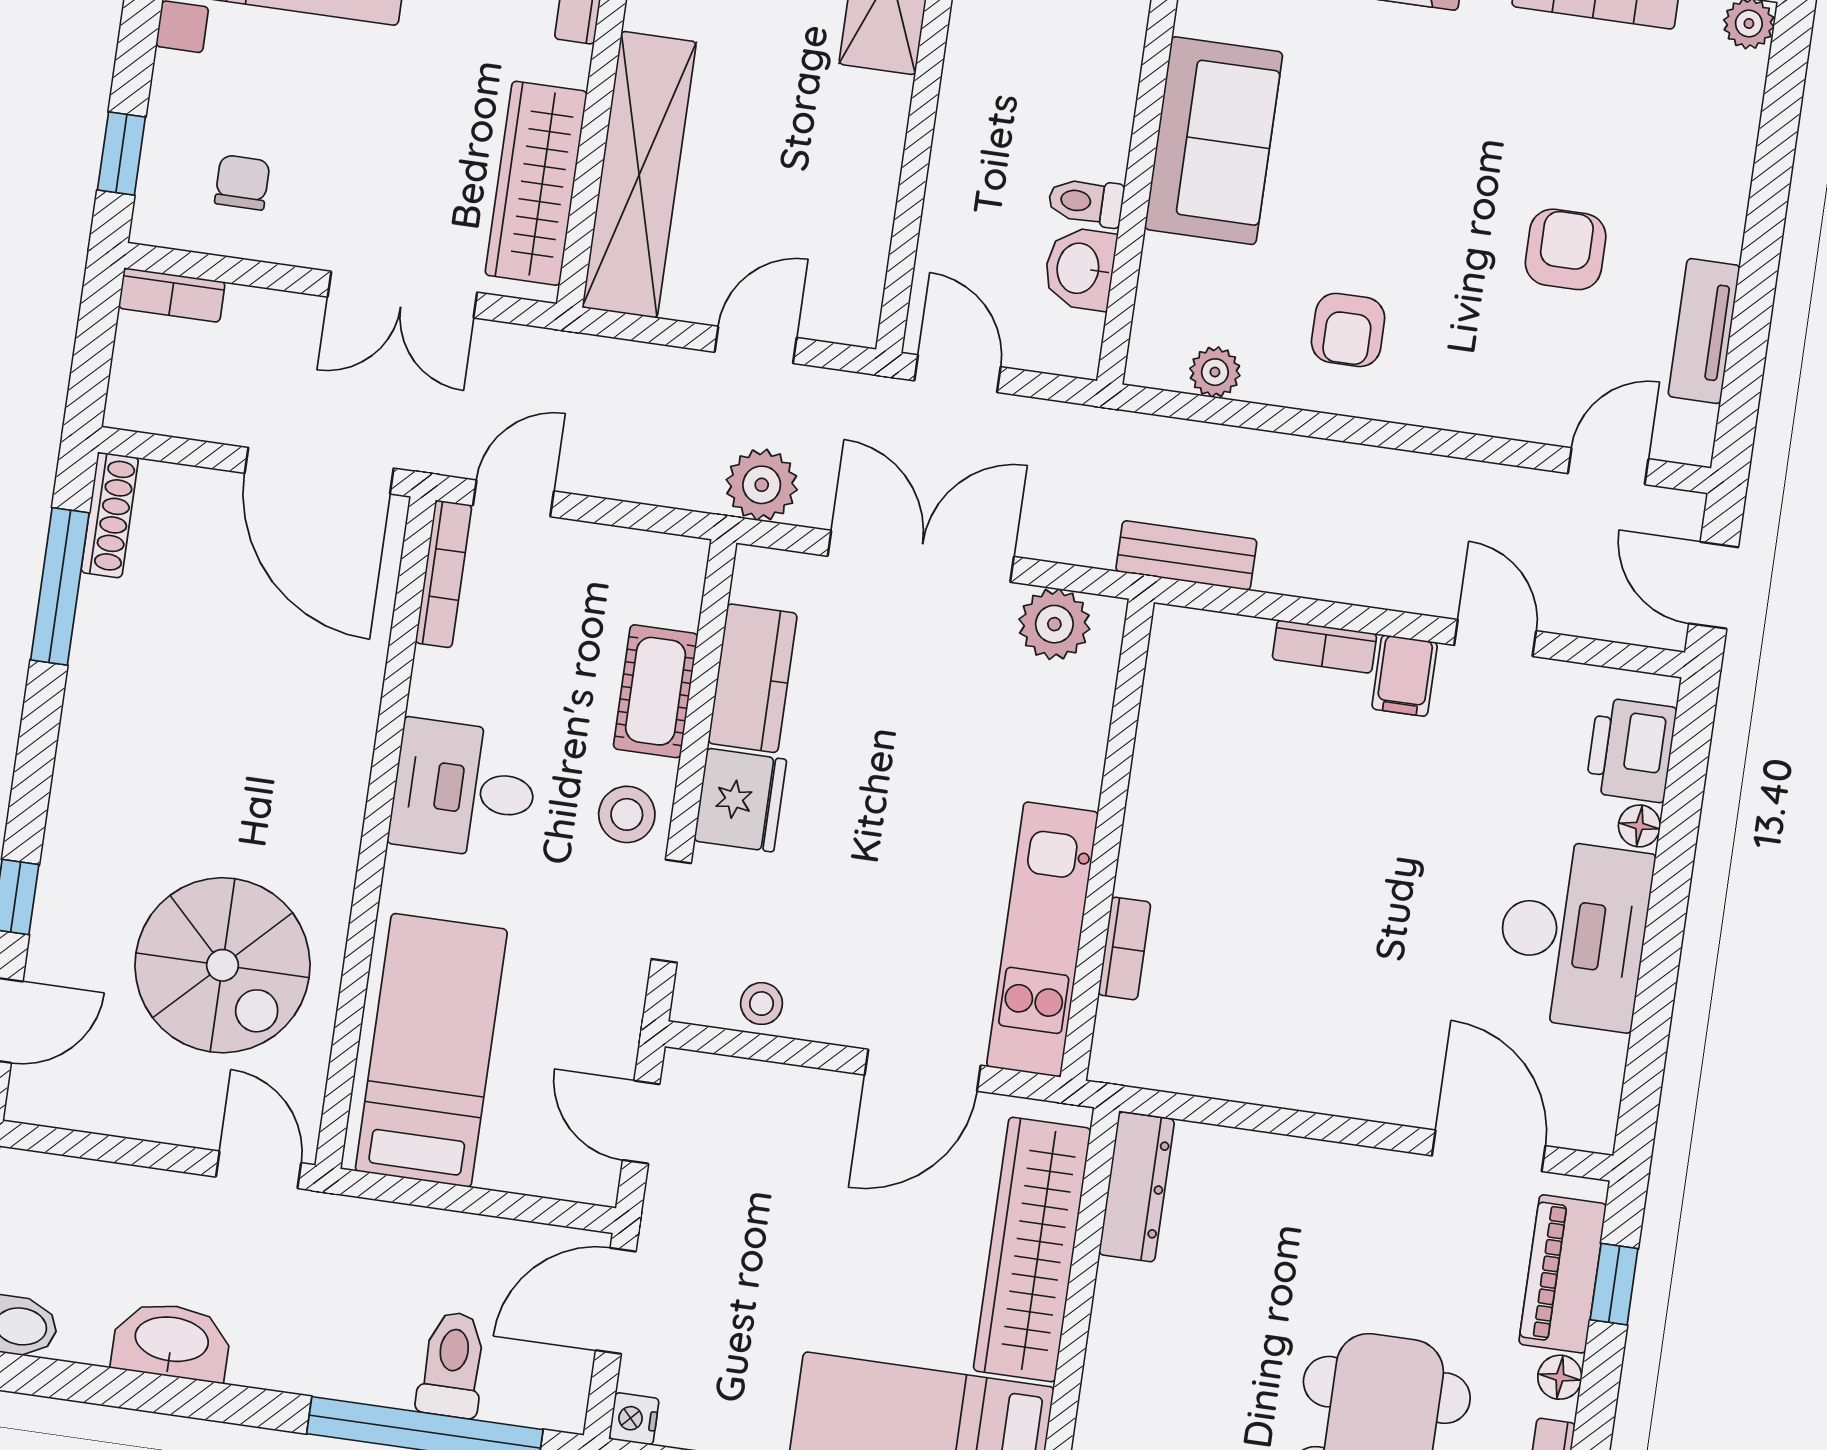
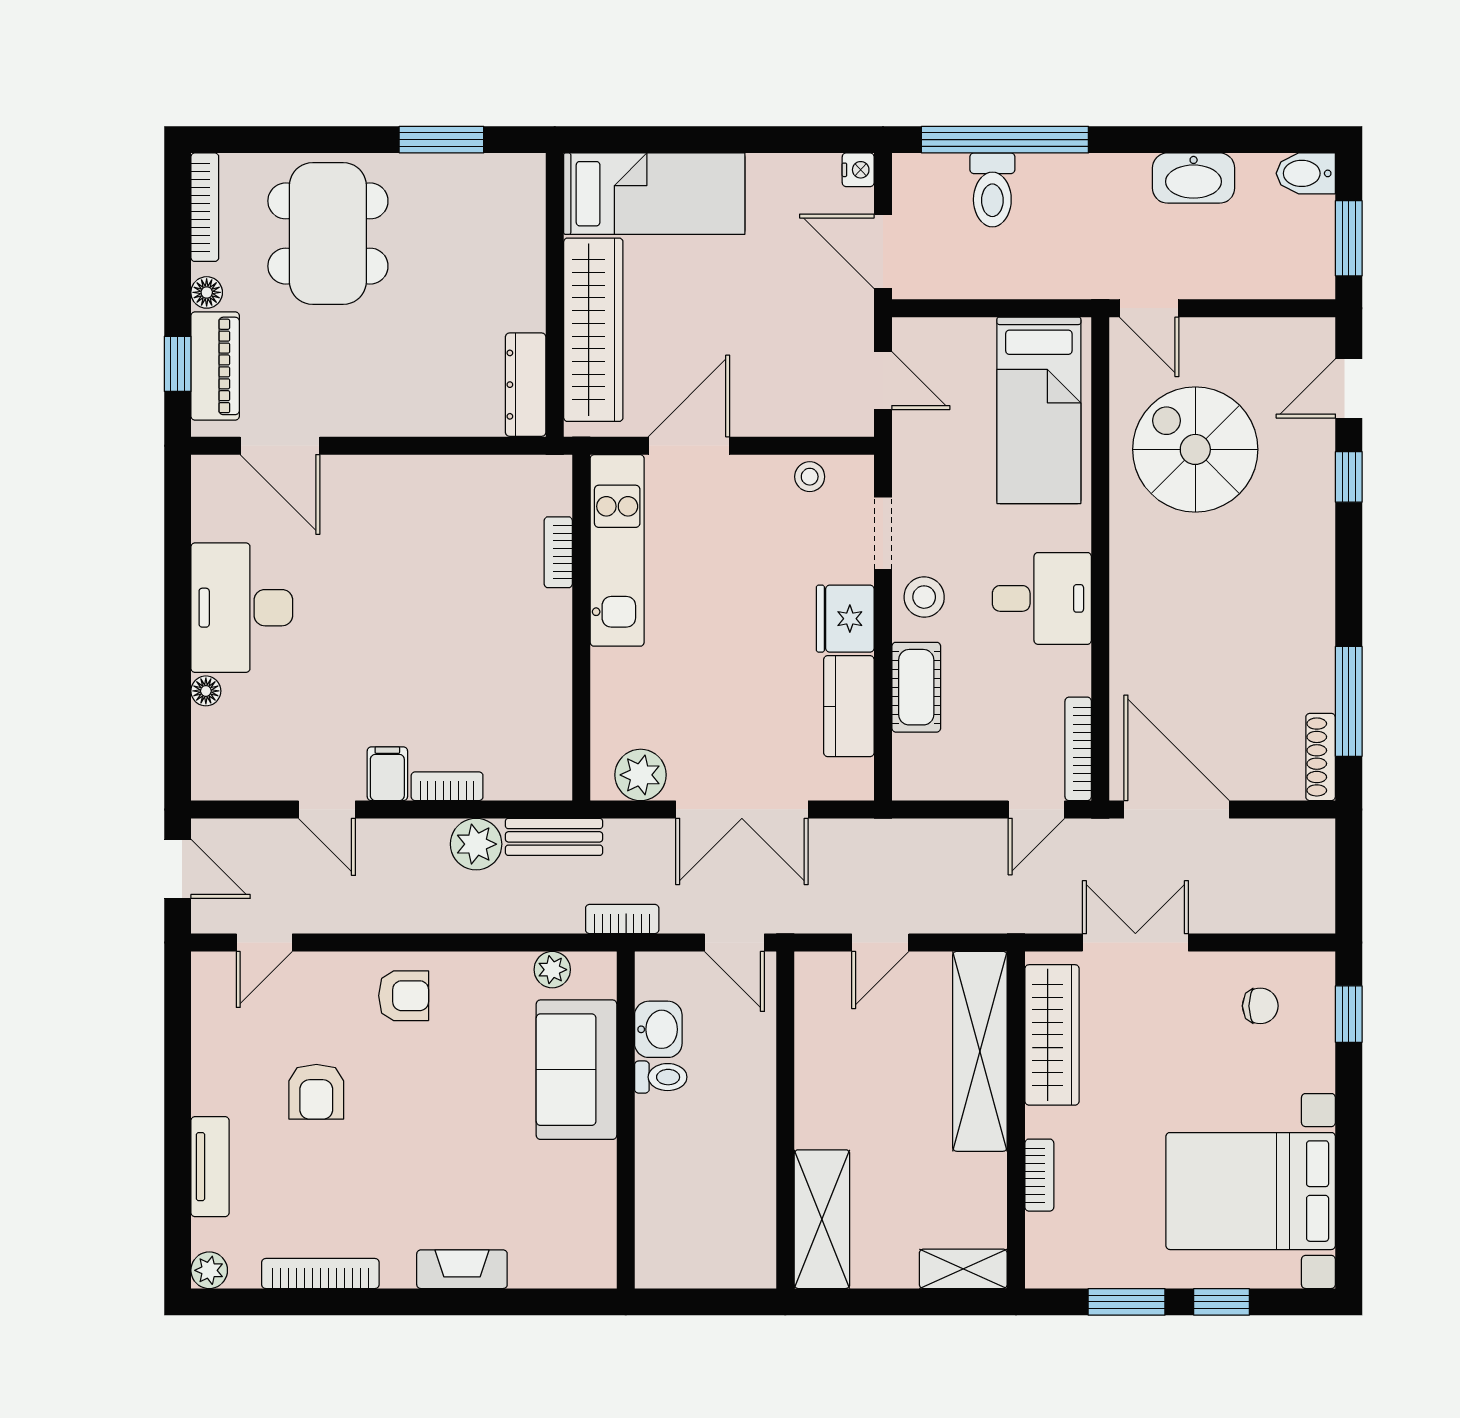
sofa: (1214, 141) -> (576, 1070), moved
chair: (242, 182) -> (1260, 1006), turned -90
bookcase: (172, 295) -> (622, 919), moved
armchair: (1348, 330) -> (404, 996), moved, turned 90
tv unit: (1704, 331) -> (210, 1167), moved
plant: (762, 485) -> (476, 844), moved
printer: (1631, 750) -> (220, 744), removed
door: (616, 1301) -> (883, 251), swing flipped

